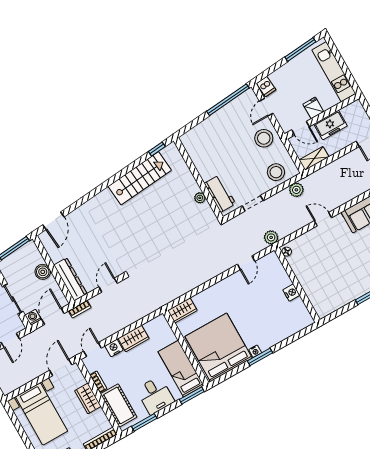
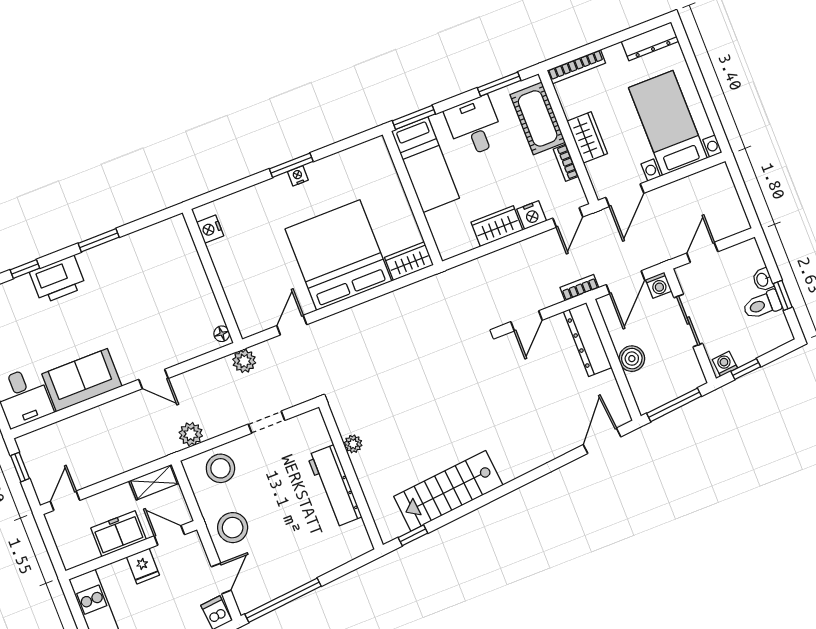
workbench: (220, 194) -> (334, 486), moved, width x1.38
nightstand: (291, 293) -> (210, 229), moved
bed: (219, 347) -> (338, 255), moved, turned 180

